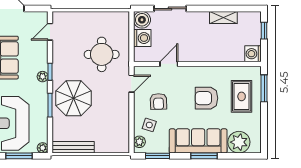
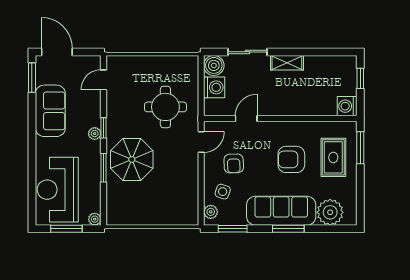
shelving: (223, 17) -> (287, 63), moved
bench: (73, 147) -> (131, 218), removed

